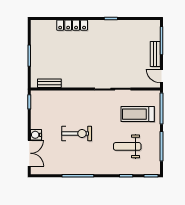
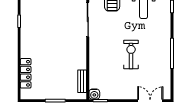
locker: (72, 25) -> (26, 73), moved
water cooler: (36, 135) -> (94, 94), moved

